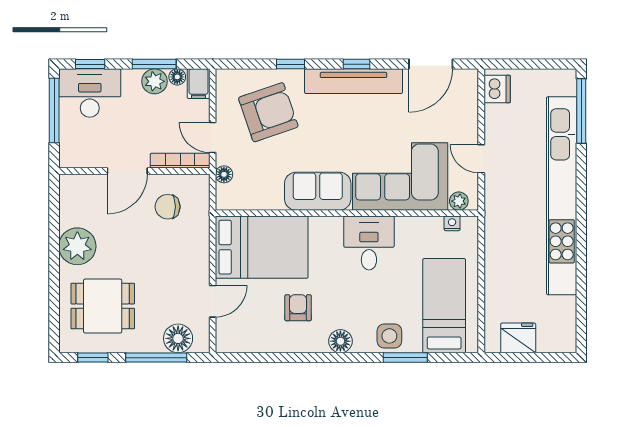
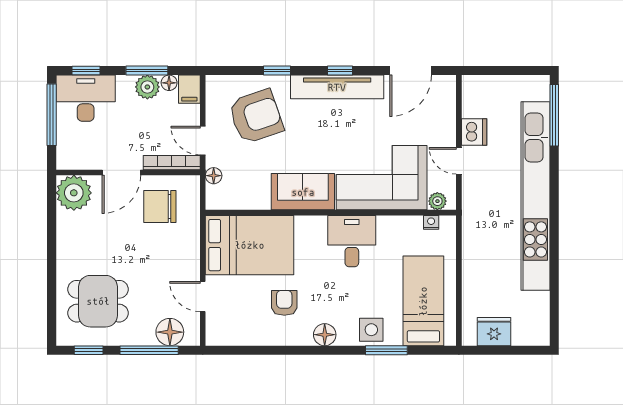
dishwasher: (497, 89) -> (474, 132), moved
chair: (168, 207) -> (160, 207), width x1.37, depth x1.37
plant: (77, 246) -> (74, 193), moved
door: (213, 301) -> (203, 297), swing flipped

